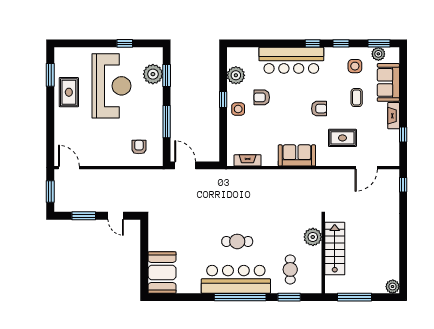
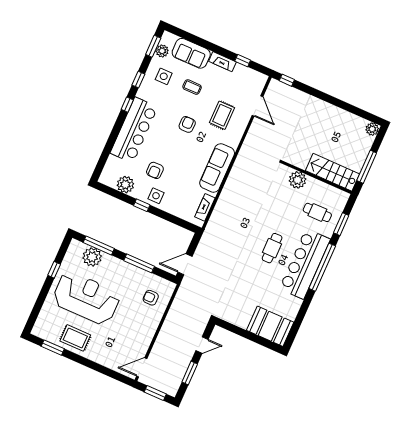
window: (167, 76) -> (99, 245), width x1.44
sofa: (297, 155) -> (217, 168), width x1.36
stairs: (335, 249) -> (332, 172), moved

